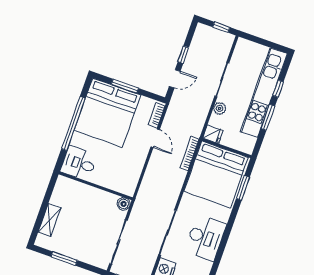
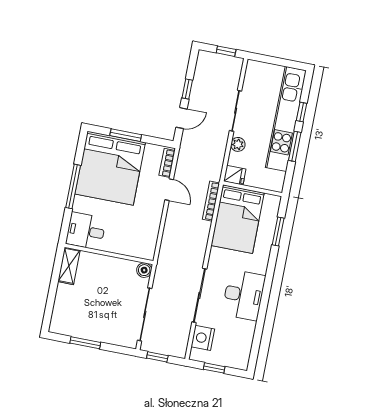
window: (73, 123) -> (73, 186), width x0.68
bed: (216, 174) -> (238, 219), width x0.73
shelving: (50, 220) -> (69, 266), moved

